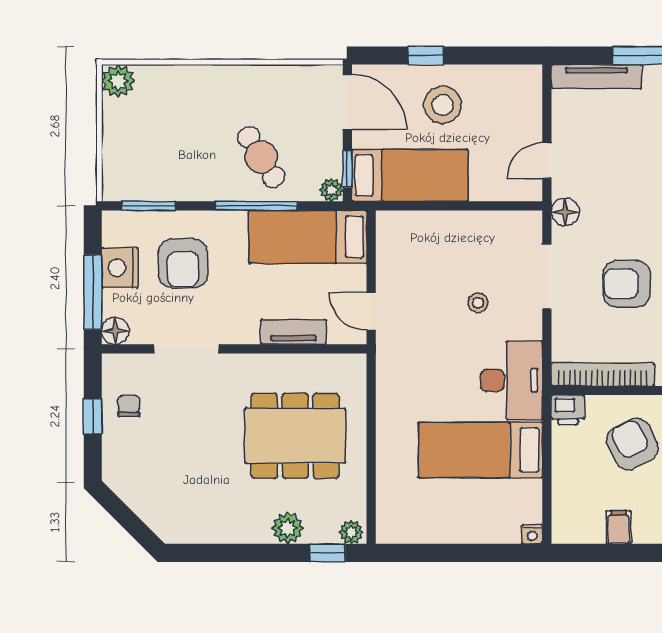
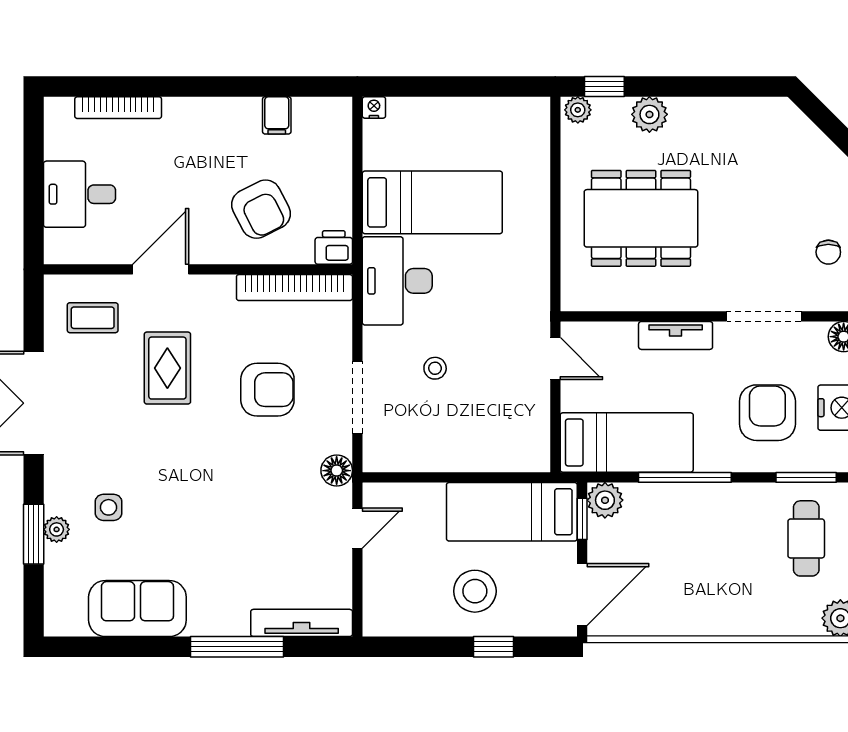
door: (347, 102) -> (582, 594), swing flipped
cafe table: (261, 157) -> (806, 538), moved, turned 32
plant: (331, 190) -> (605, 500), width x1.38, depth x1.38
tv unit: (293, 332) -> (676, 335), moved

